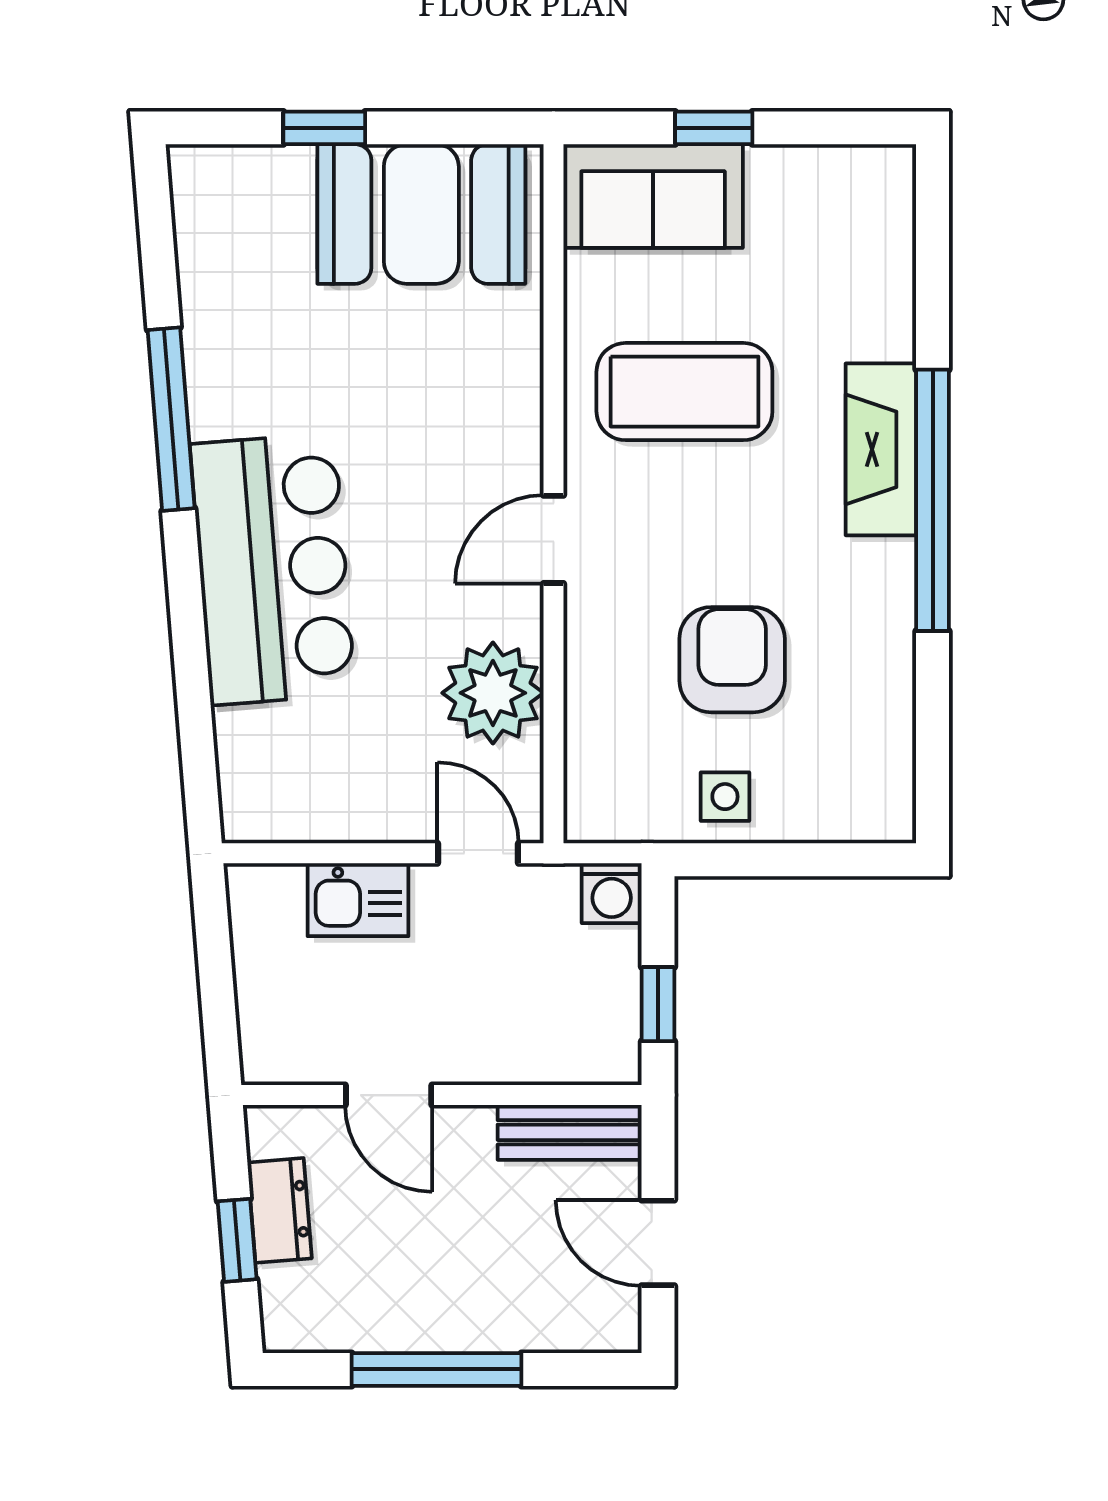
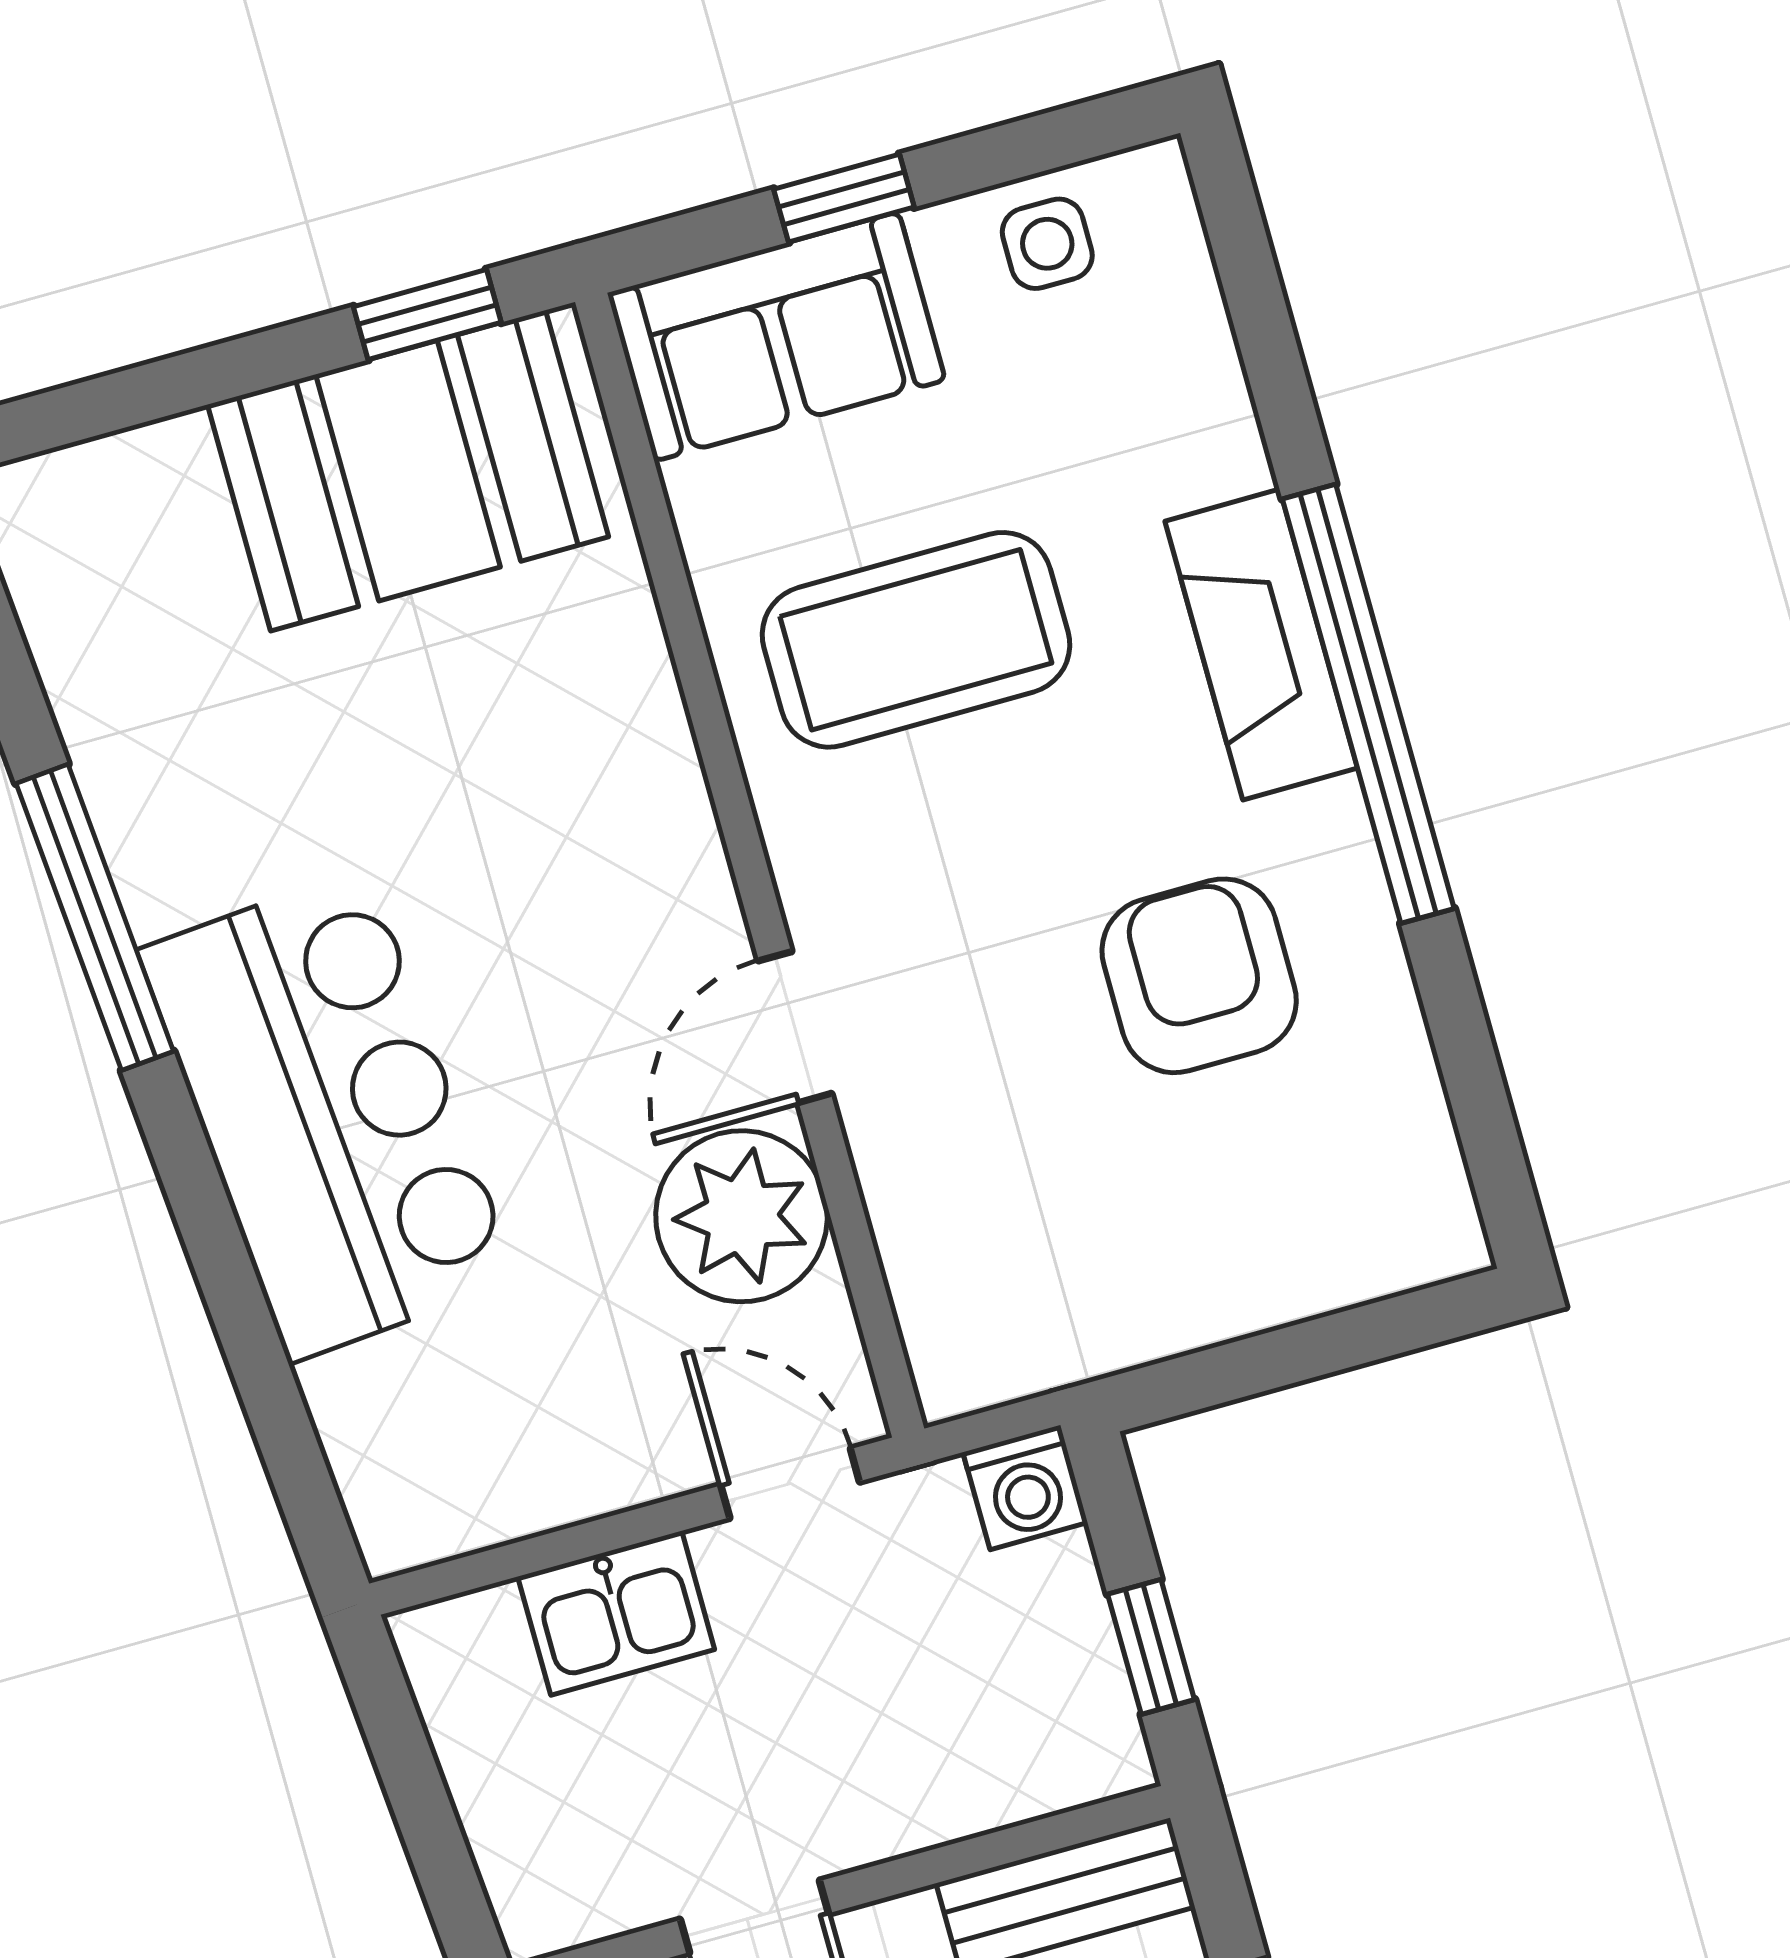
window: (324, 128) -> (427, 315), moved
door: (554, 539) -> (795, 1027), moved
armchair: (732, 660) -> (1199, 976), moved
side table: (725, 797) -> (1047, 244), moved

